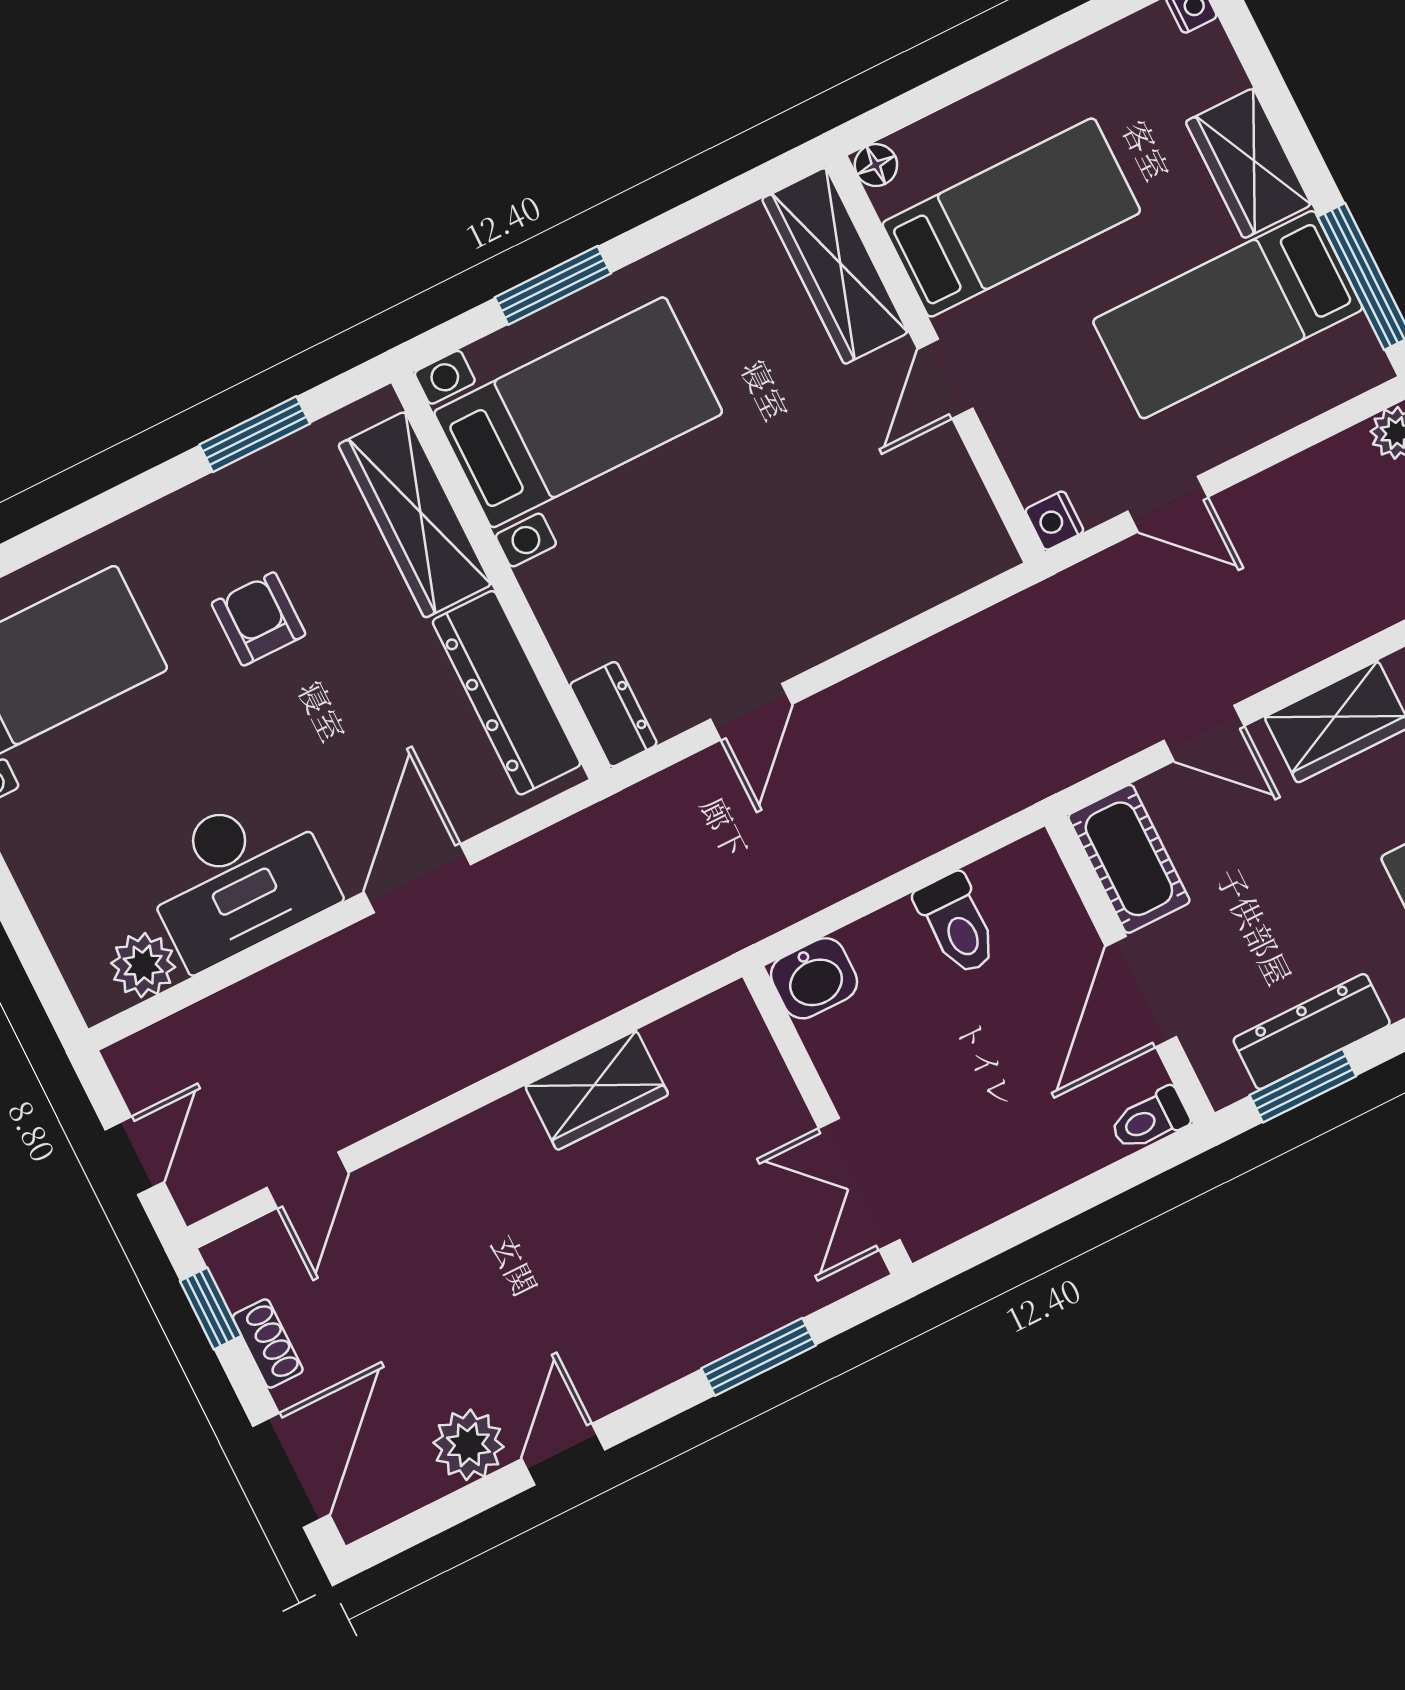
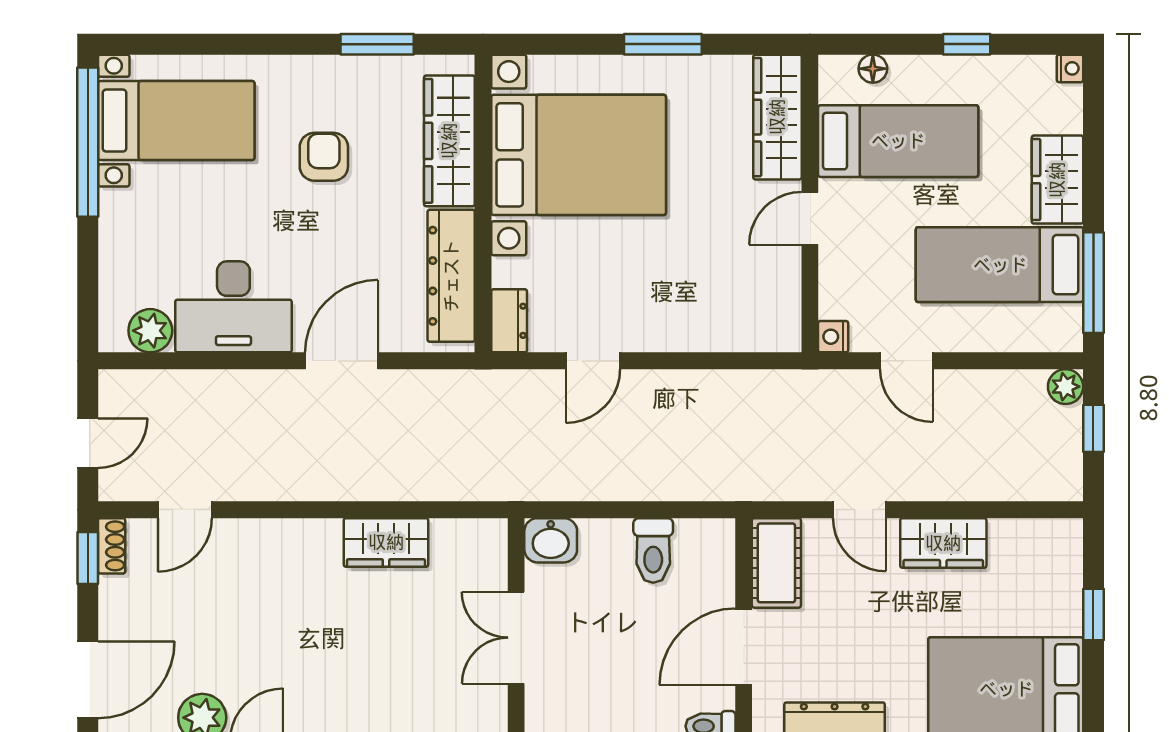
window: (1038, 44) -> (967, 44), added
floor lamp: (876, 165) -> (873, 69), moved
window: (553, 285) -> (663, 44), moved
bed with nightstands: (578, 412) -> (579, 155), width x1.36
double door: (859, 1184) -> (516, 638), moved
shoe rack: (268, 1343) -> (112, 546), moved

